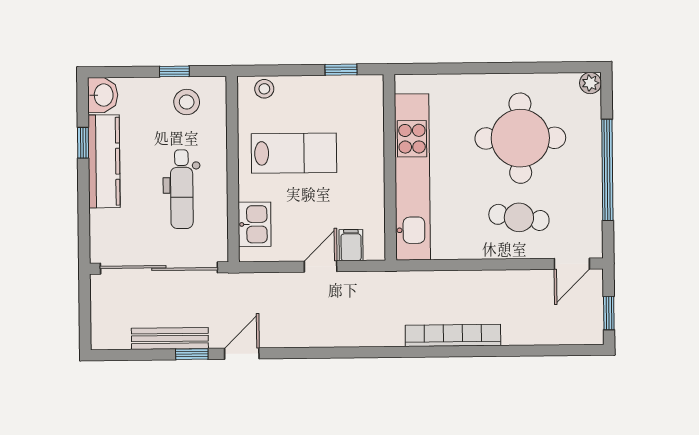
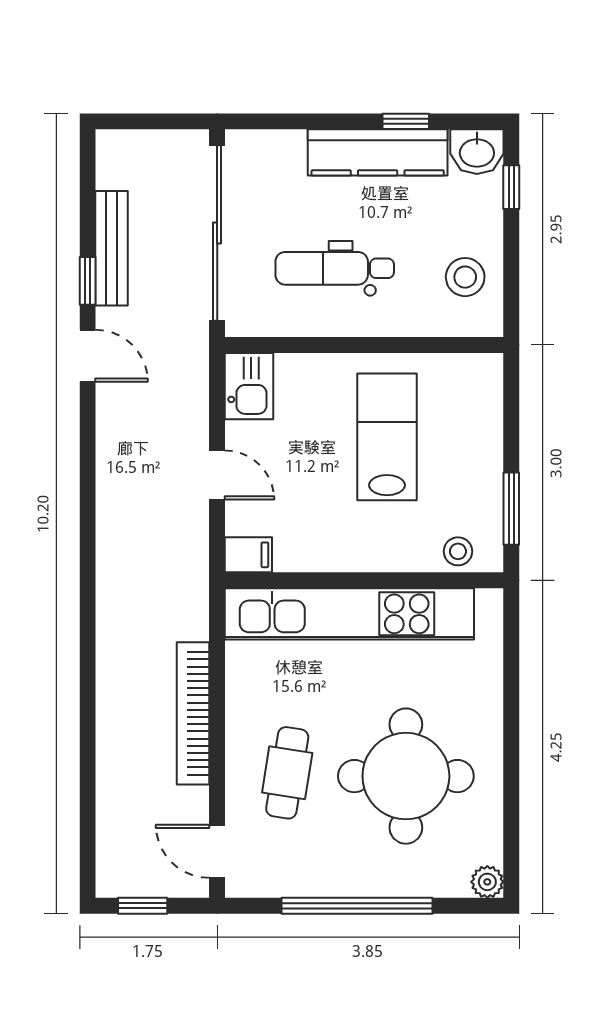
window: (341, 70) -> (511, 509), width x1.50
window: (174, 71) -> (511, 187), moved
stool: (264, 89) -> (458, 551), moved
lab bench: (294, 153) -> (387, 437), turned 180
kitchen sink: (255, 224) -> (249, 386), moved, turned -90
filing cabinet: (351, 245) -> (248, 555), moved
bookcase: (453, 335) -> (193, 713), moved, turned 180

